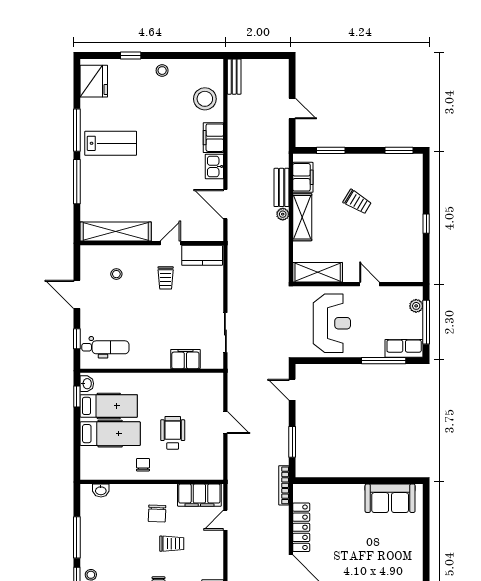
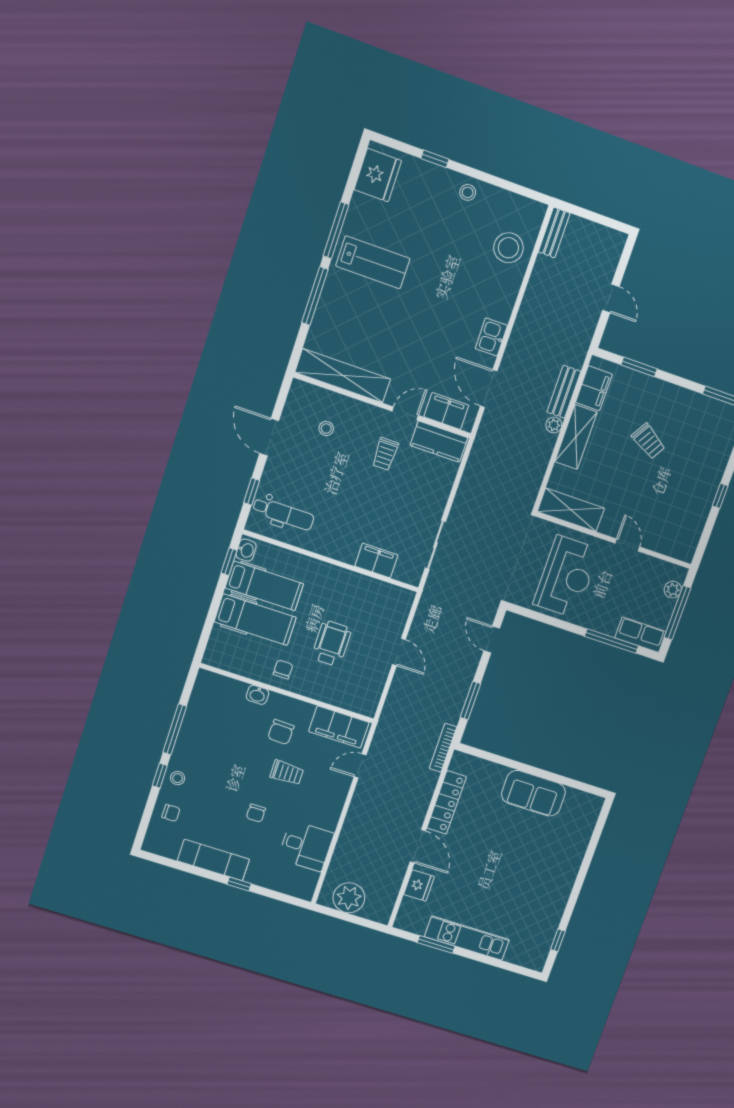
filing cabinet: (213, 138) -> (446, 411), moved, turned 90
washbasin: (101, 490) -> (257, 695), moved
sofa: (390, 498) -> (533, 793), moved

